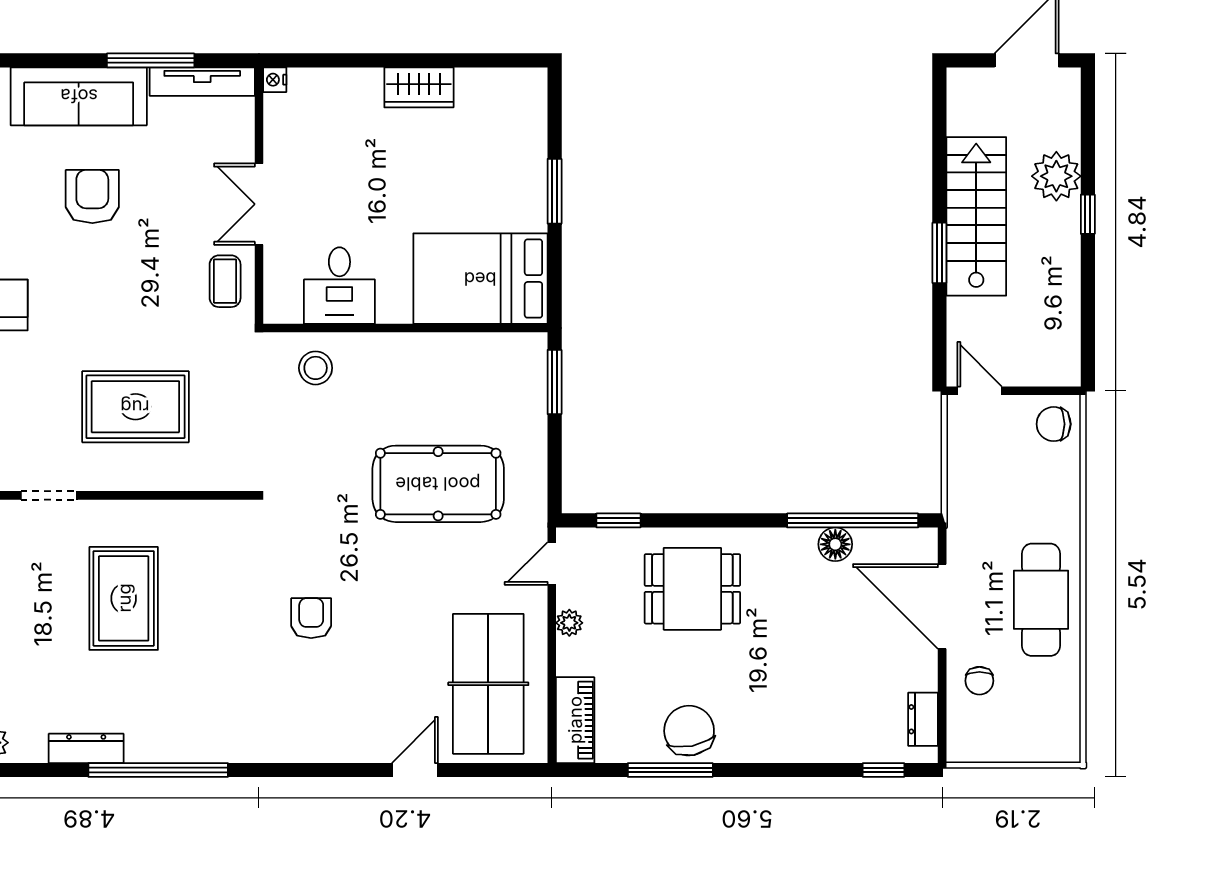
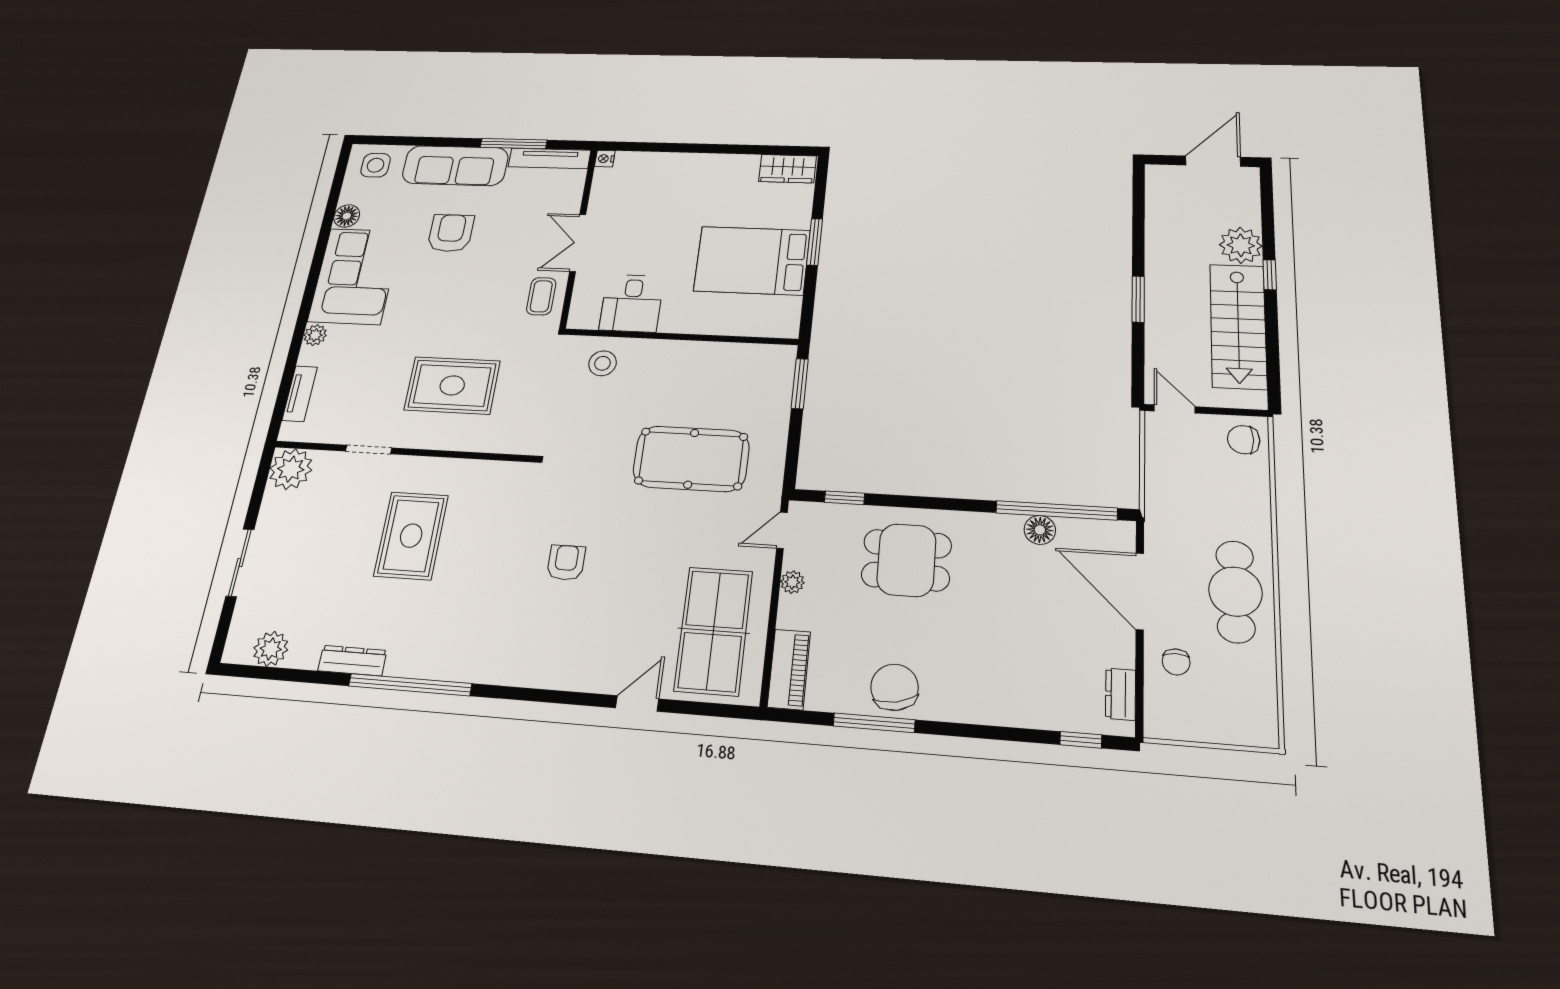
wardrobe: (419, 87) -> (788, 169), moved
stairs: (976, 216) -> (1238, 326), moved, turned 180
bed: (480, 279) -> (752, 261), moved

